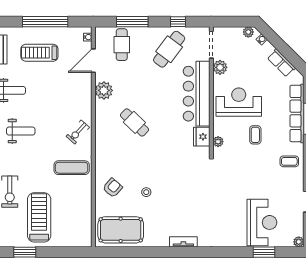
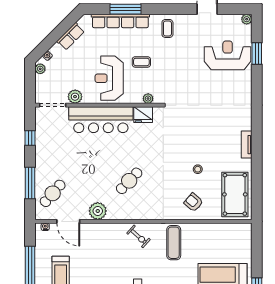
cafe table: (122, 45) -> (53, 193), turned -49
cafe table: (169, 49) -> (57, 147), removed
tv unit: (183, 242) -> (247, 145), moved

